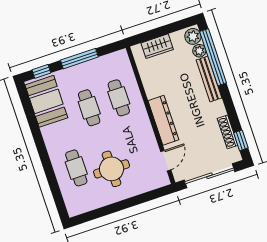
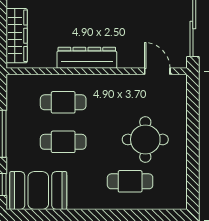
wardrobe: (157, 46) -> (17, 36), width x1.50
dresser: (163, 120) -> (87, 58), moved

